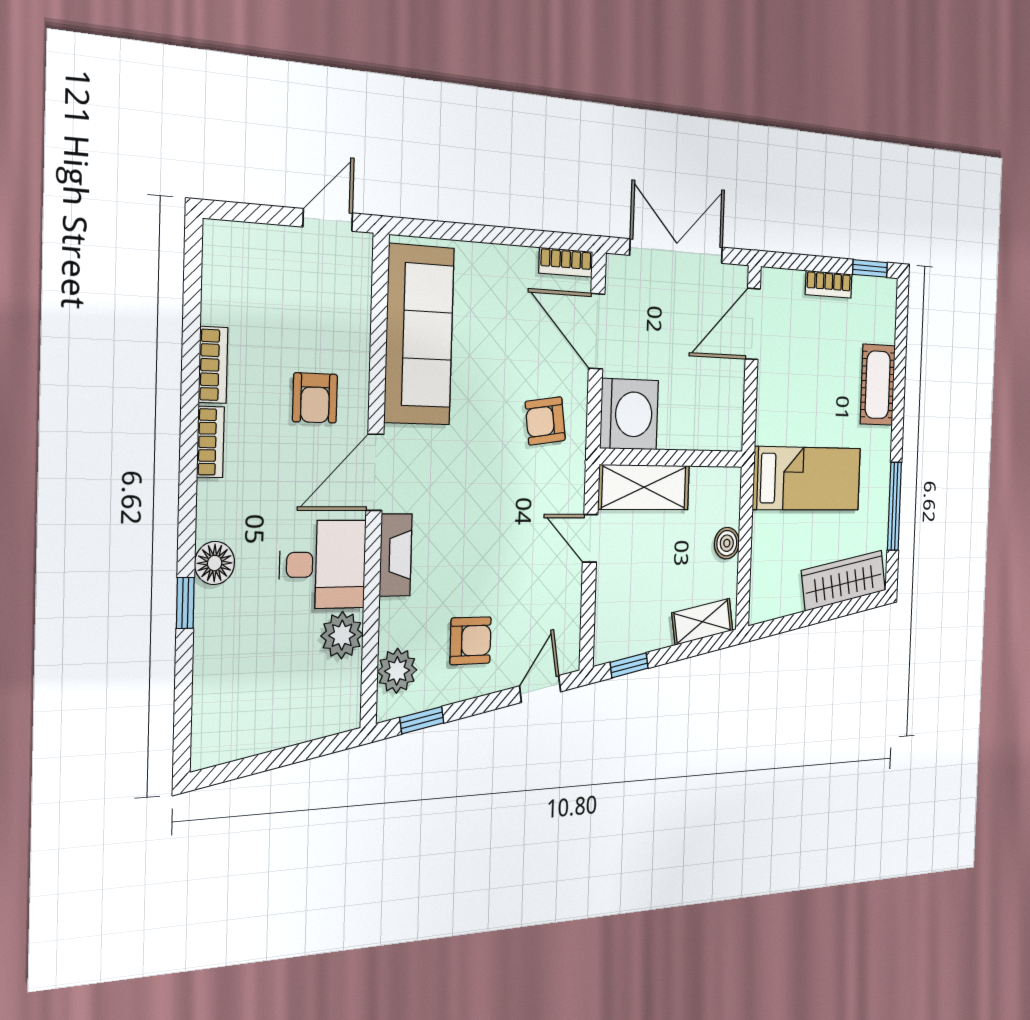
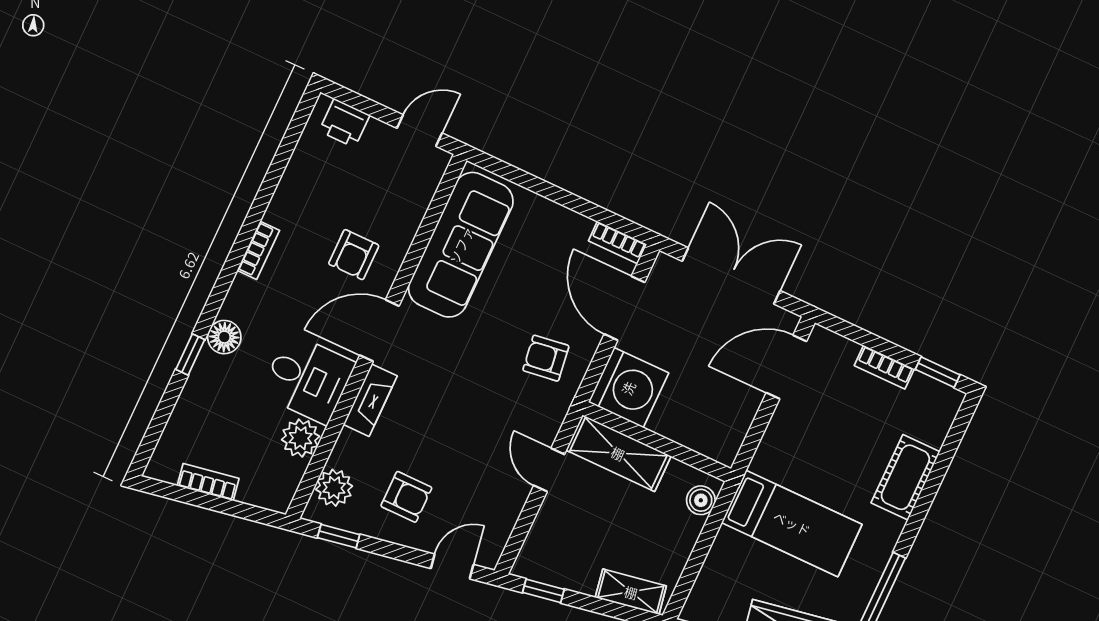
printer: (244, 245) -> (344, 123), added
bookcase: (213, 365) -> (208, 482), moved, turned -100
boiler: (727, 543) -> (701, 500), moved

